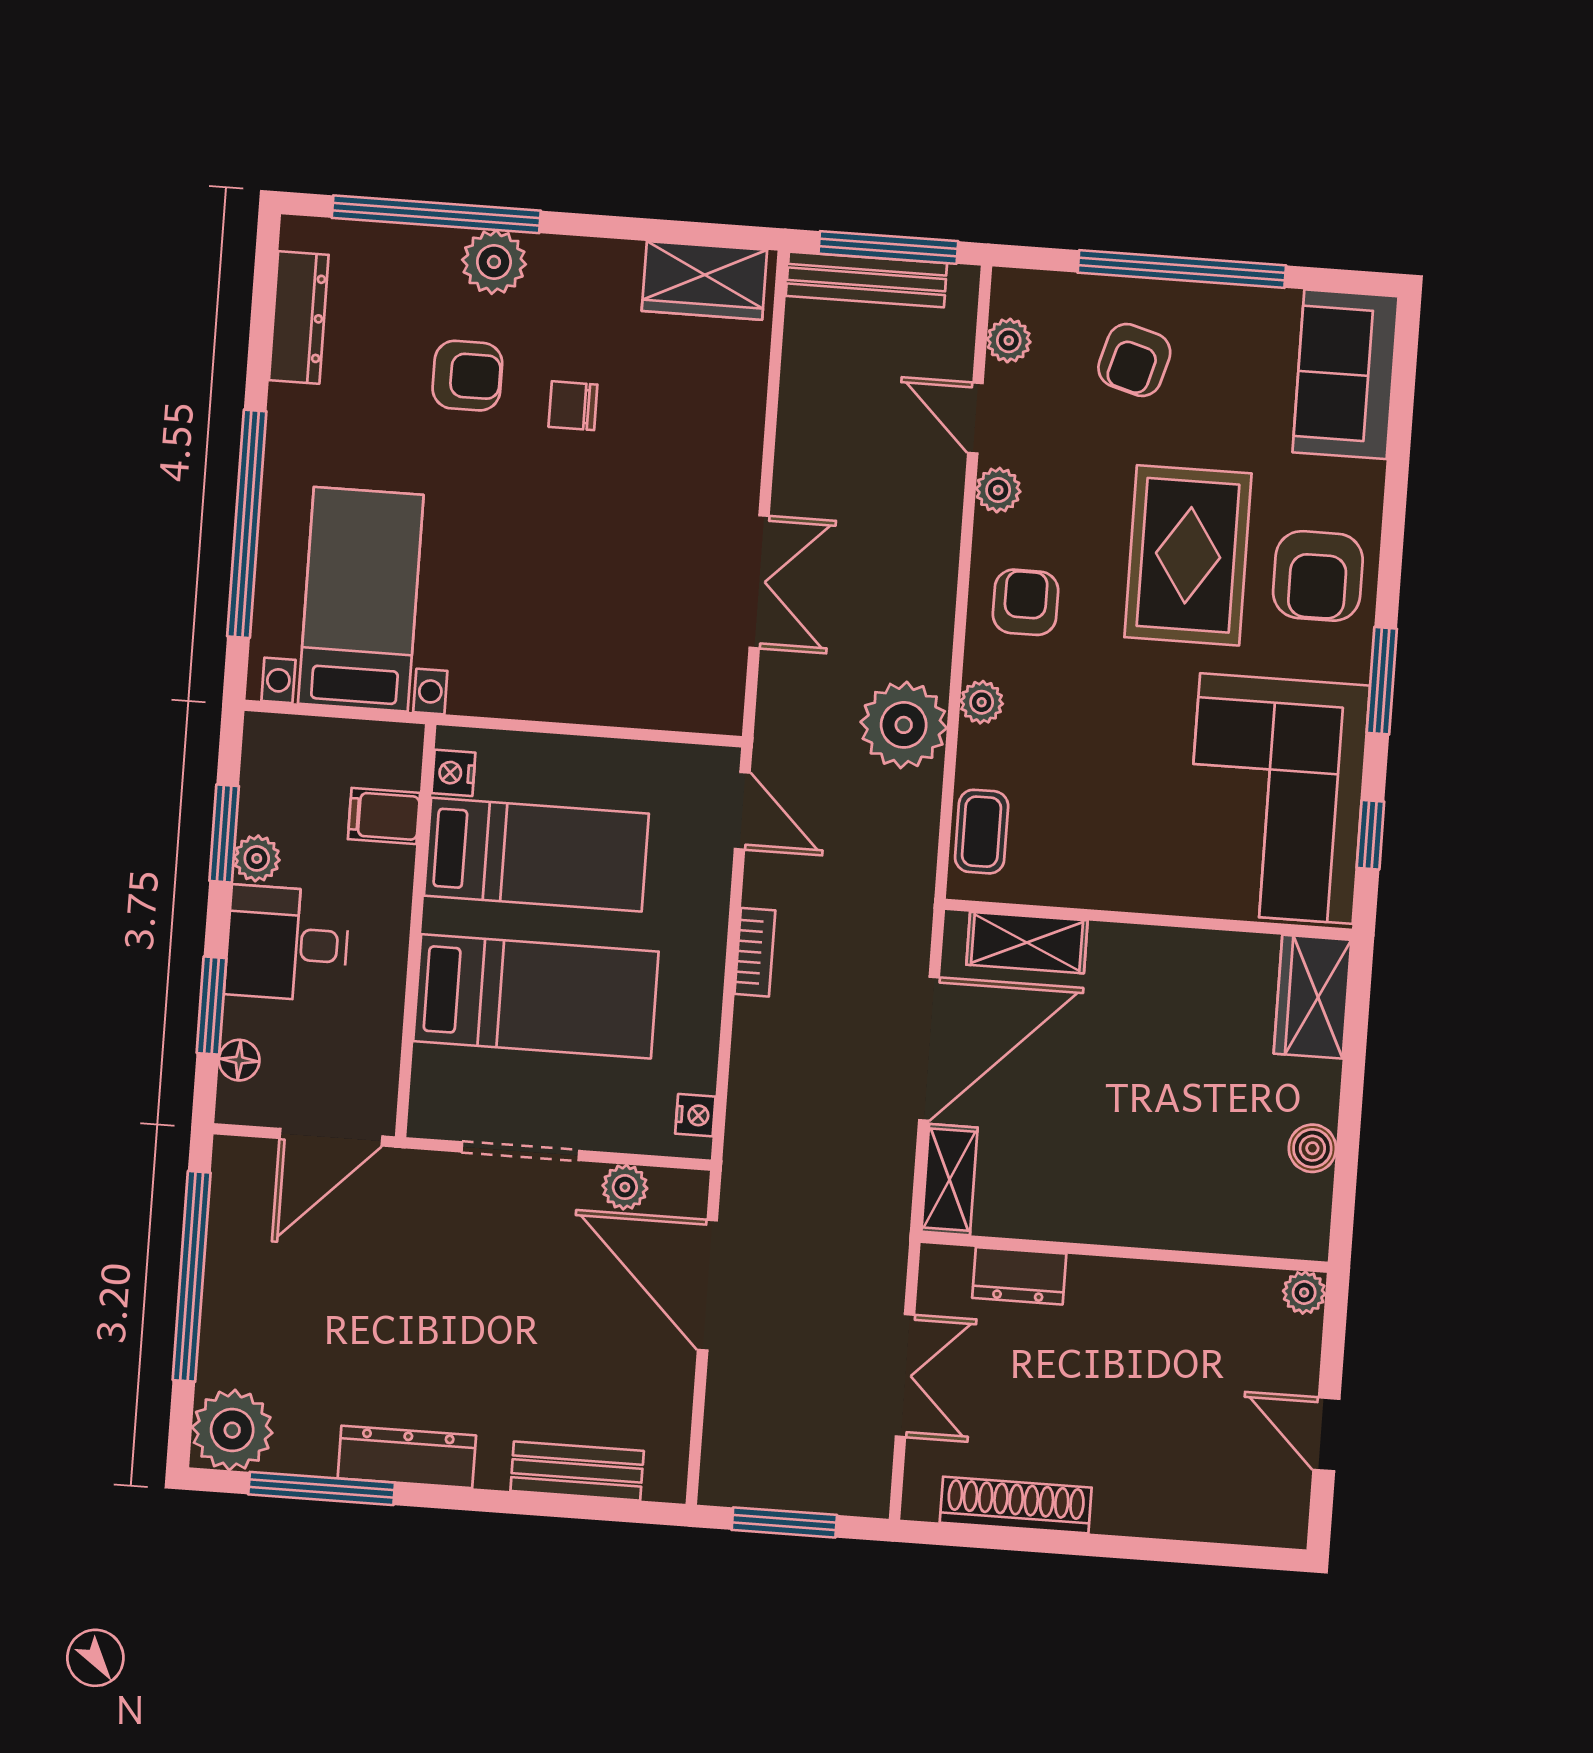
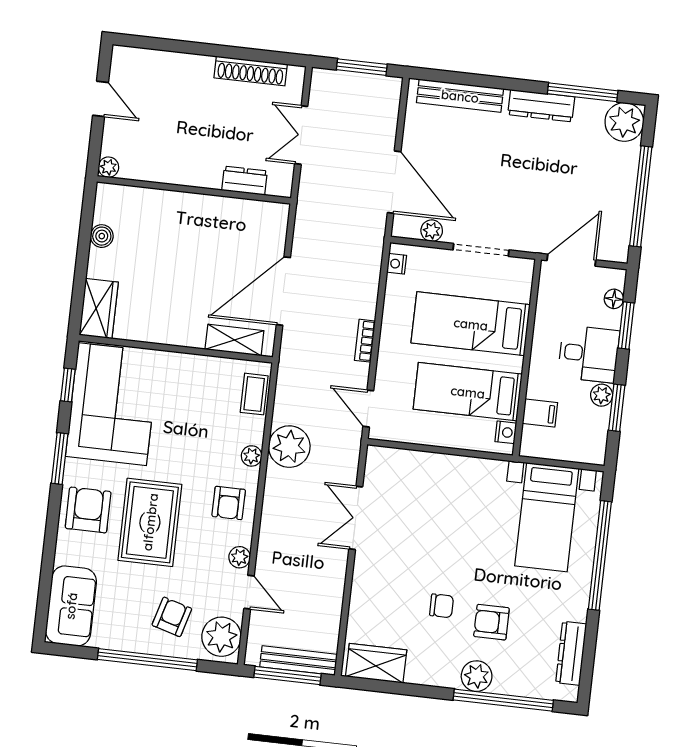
plant: (1009, 340) -> (221, 637), width x1.88, depth x1.88
shelving: (950, 1180) -> (276, 228), removed
bench: (577, 1471) -> (460, 96), width x1.36

